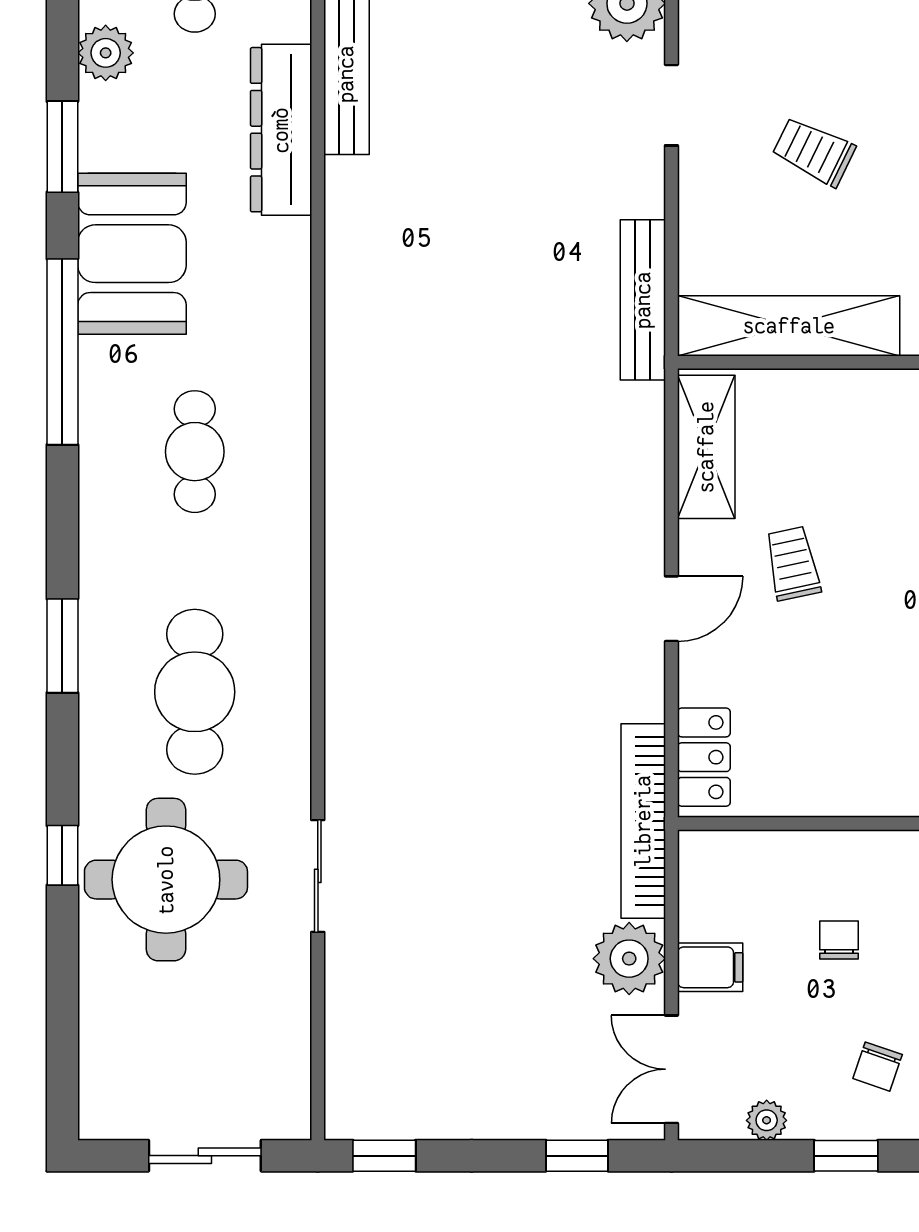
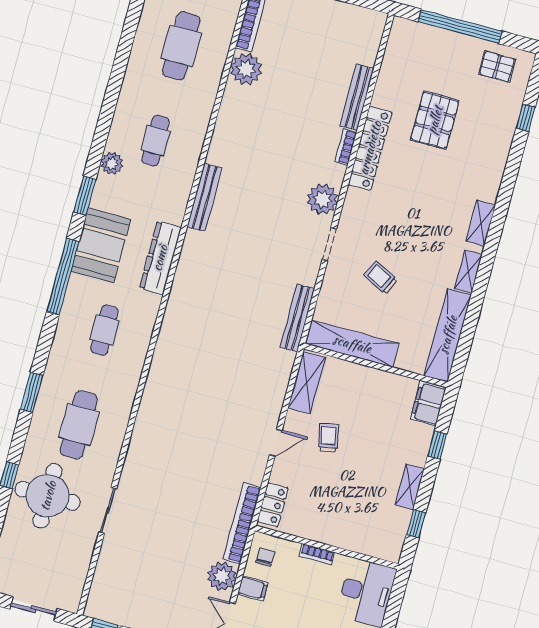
dresser: (281, 130) -> (160, 258), moved
bookcase: (840, 846) -> (317, 554), added
chair: (839, 940) -> (265, 557), moved

